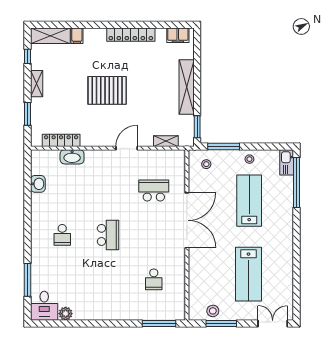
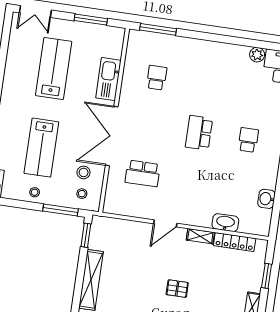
pallet: (107, 90) -> (177, 289), width x0.49, depth x0.50
shelving: (166, 141) -> (200, 236), moved
kitchen sink: (197, 272) -> (108, 79), added
stool: (213, 311) -> (84, 172), moved

